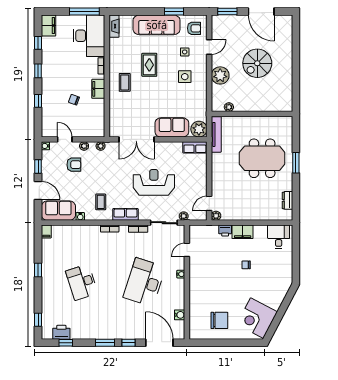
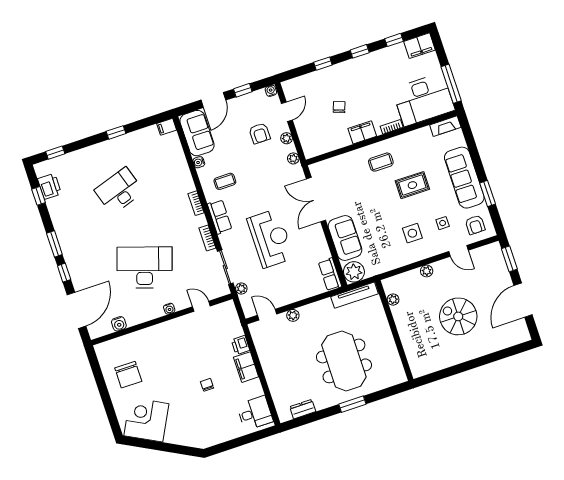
plant: (220, 75) -> (427, 271), width x0.53, depth x0.53
plant: (216, 216) -> (293, 315), moved

